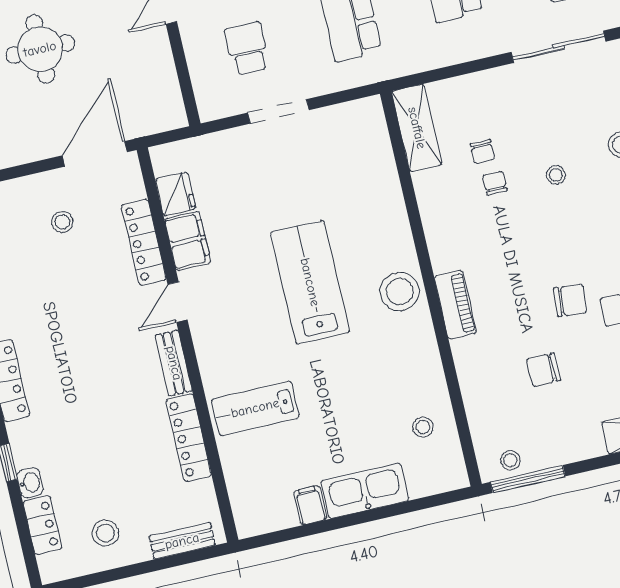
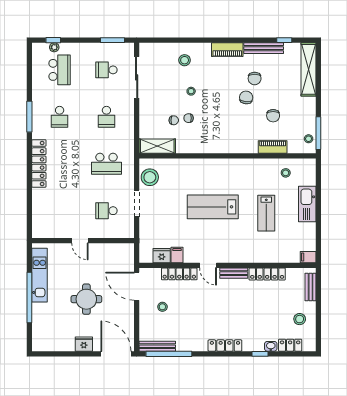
filing cabinet: (188, 241) -> (177, 255), width x0.50
stool: (400, 291) -> (150, 177), moved
piano: (455, 305) -> (273, 147), moved
lab bench: (255, 408) -> (266, 213), moved
filing cabinet: (310, 505) -> (308, 257), moved

